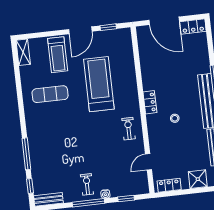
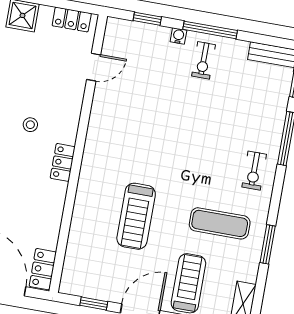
locker: (143, 38) -> (43, 269), added
treadmill: (99, 84) -> (136, 216), width x0.73, depth x0.73
window: (19, 90) -> (268, 244), added
exercise bike: (128, 129) -> (254, 171), moved

